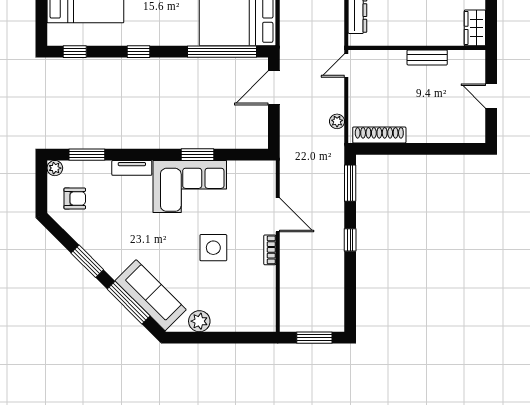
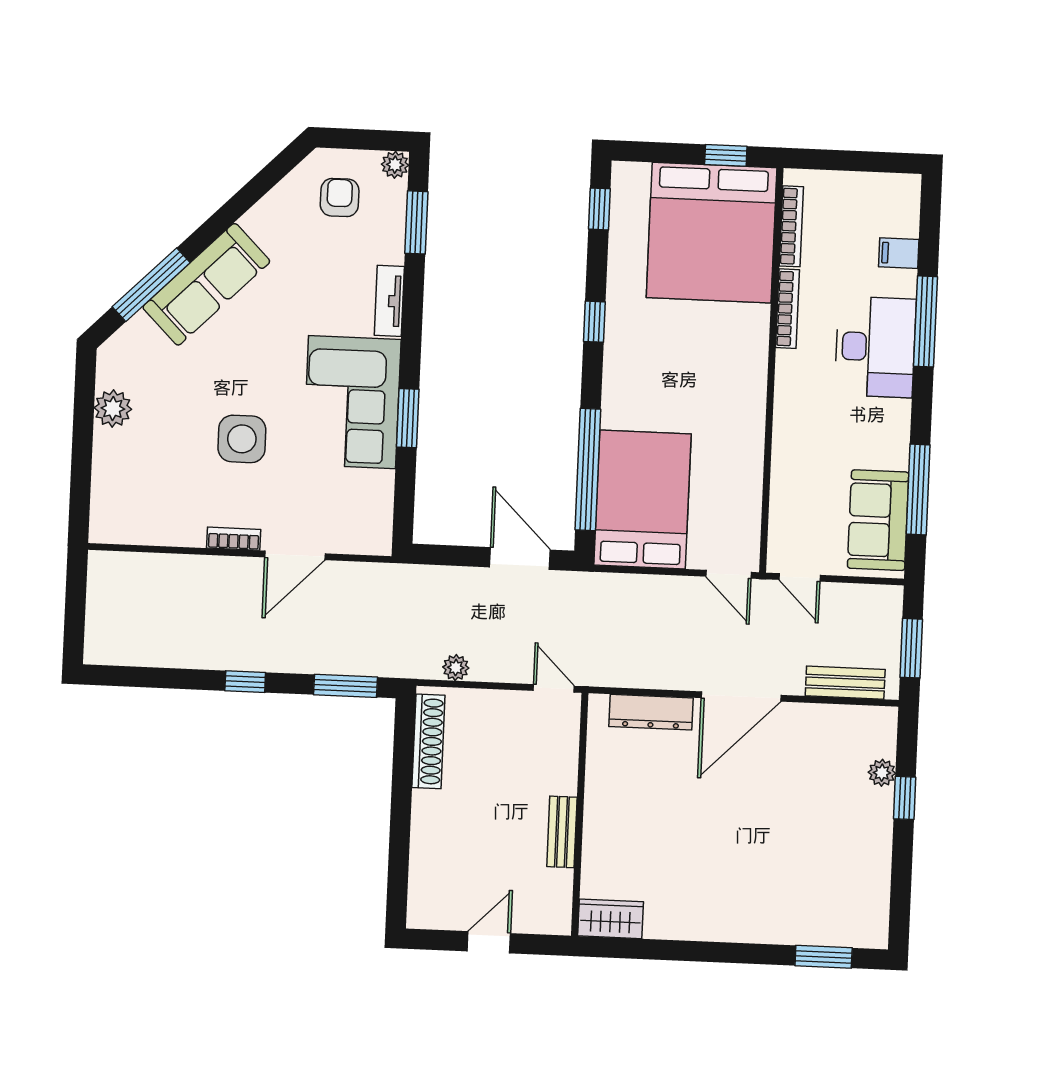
armchair: (75, 198) -> (340, 197), turned 180
window: (87, 261) -> (227, 215), removed
sofa: (151, 295) -> (206, 284), moved
window: (314, 338) -> (75, 611), removed

